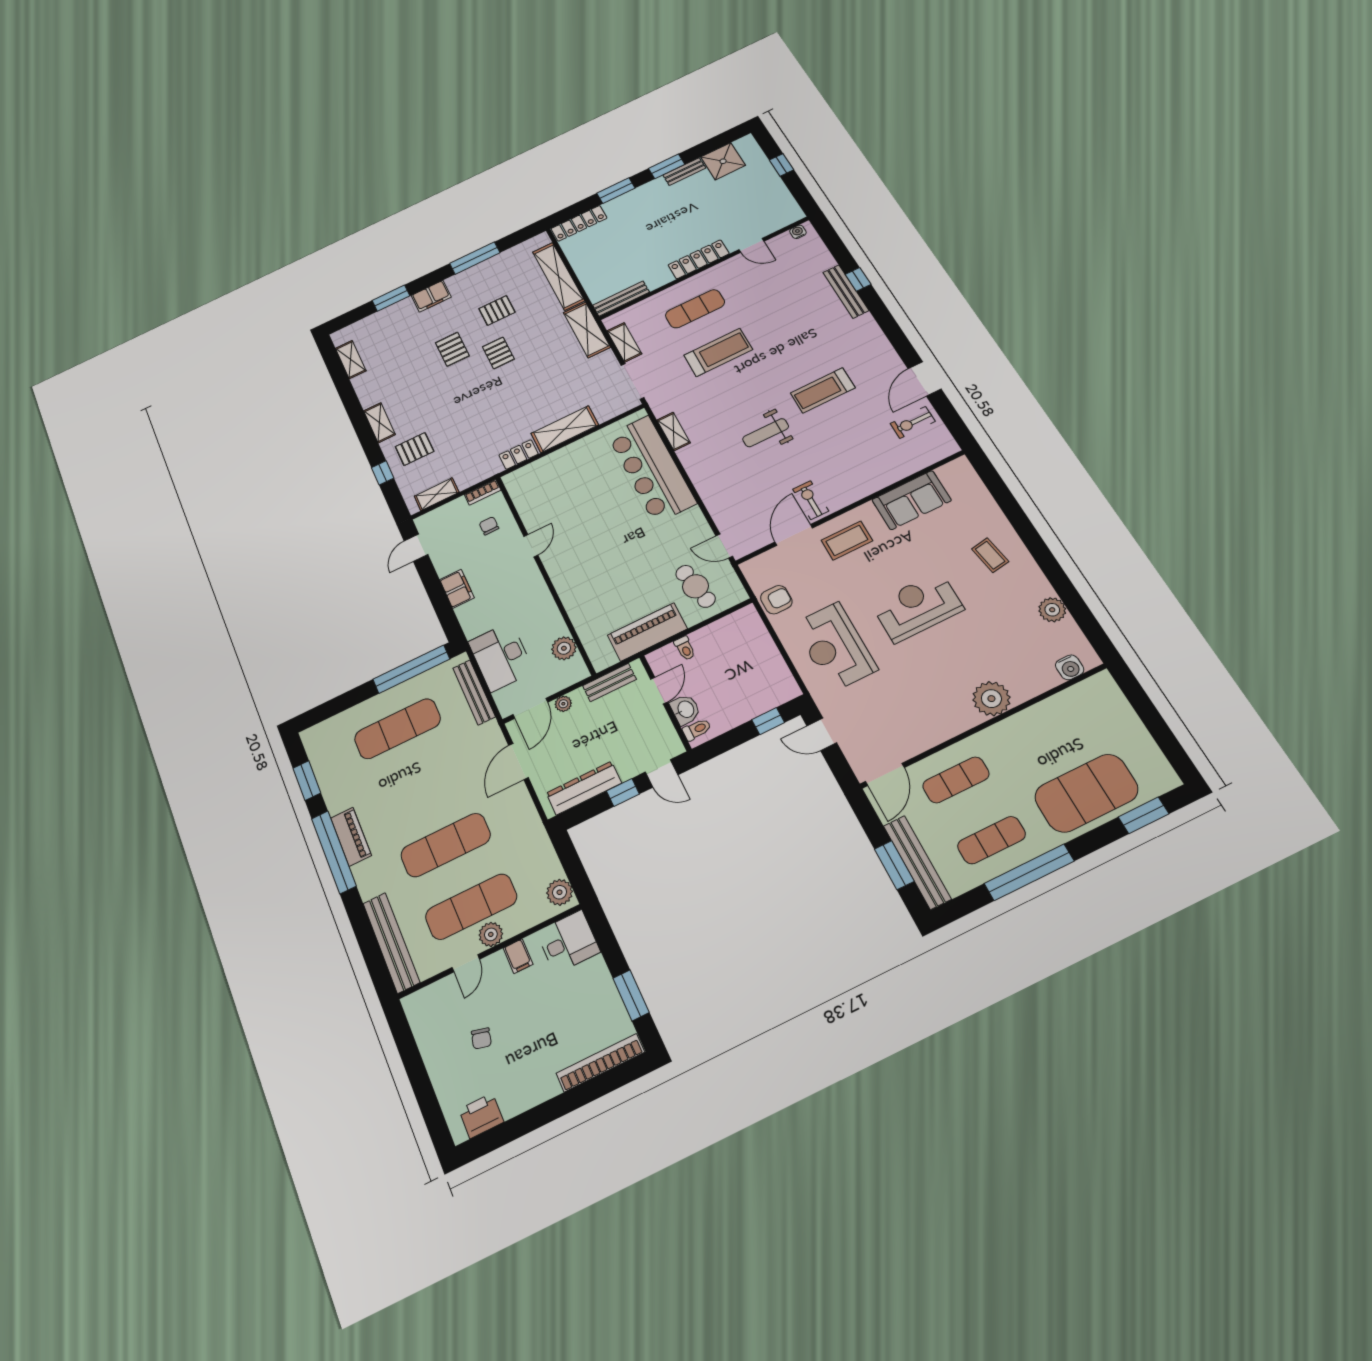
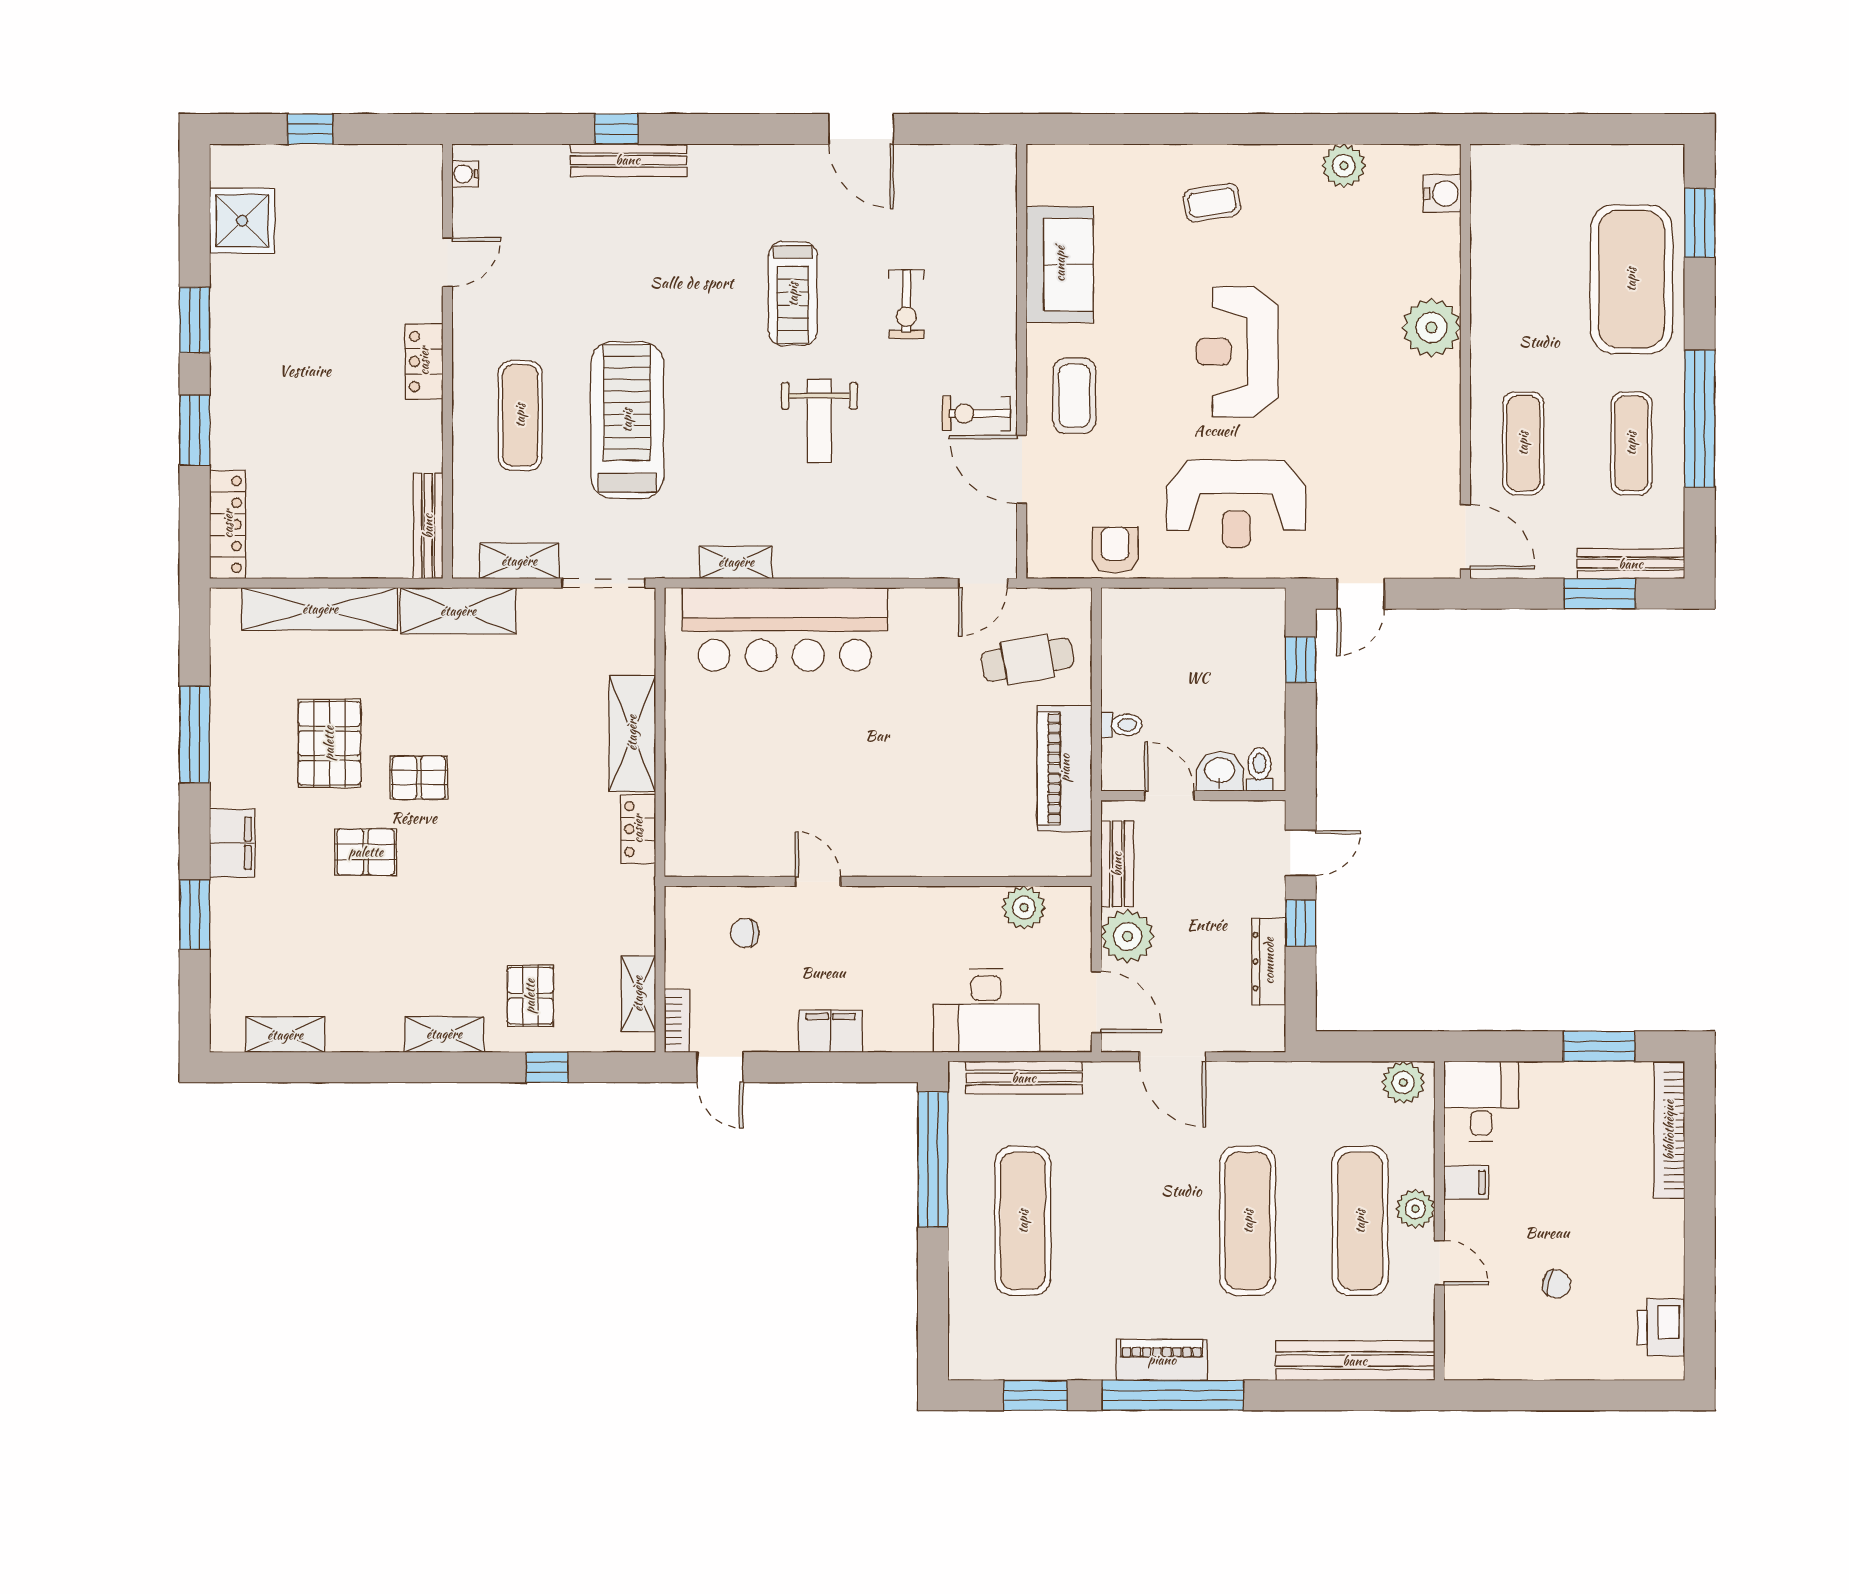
bench: (684, 172) -> (225, 296), removed
locker: (699, 259) -> (424, 361), width x0.66
pallet: (497, 310) -> (329, 743), width x1.50, depth x1.42
treadmill: (718, 352) -> (627, 420), width x1.37, depth x1.38
exercise bike: (913, 422) -> (906, 304), moved
bookcase: (483, 492) -> (677, 1021), moved
plant: (563, 704) -> (1128, 936), width x1.87, depth x1.87
dresser: (584, 788) -> (1269, 961), width x0.73, depth x0.80
bench: (917, 862) -> (1631, 564), width x0.73, depth x0.82

